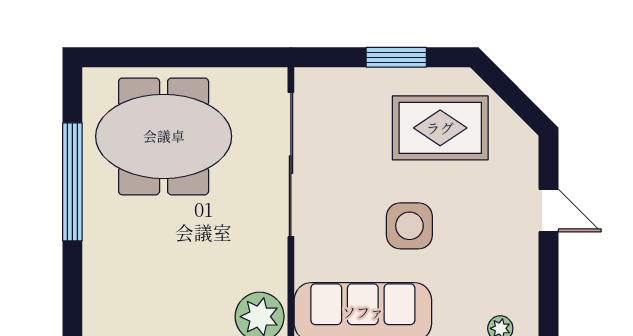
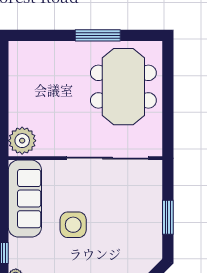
rug: (440, 128) -> (128, 242), removed
window: (72, 182) -> (98, 35), width x0.68

